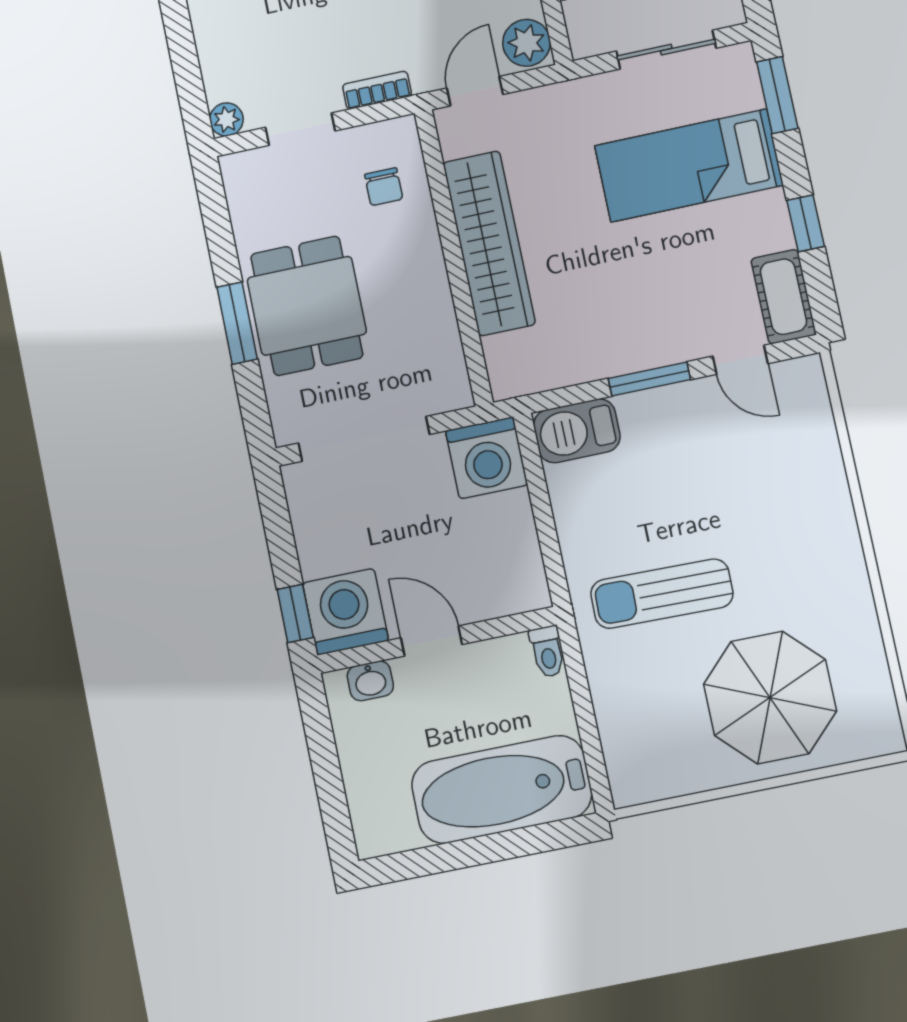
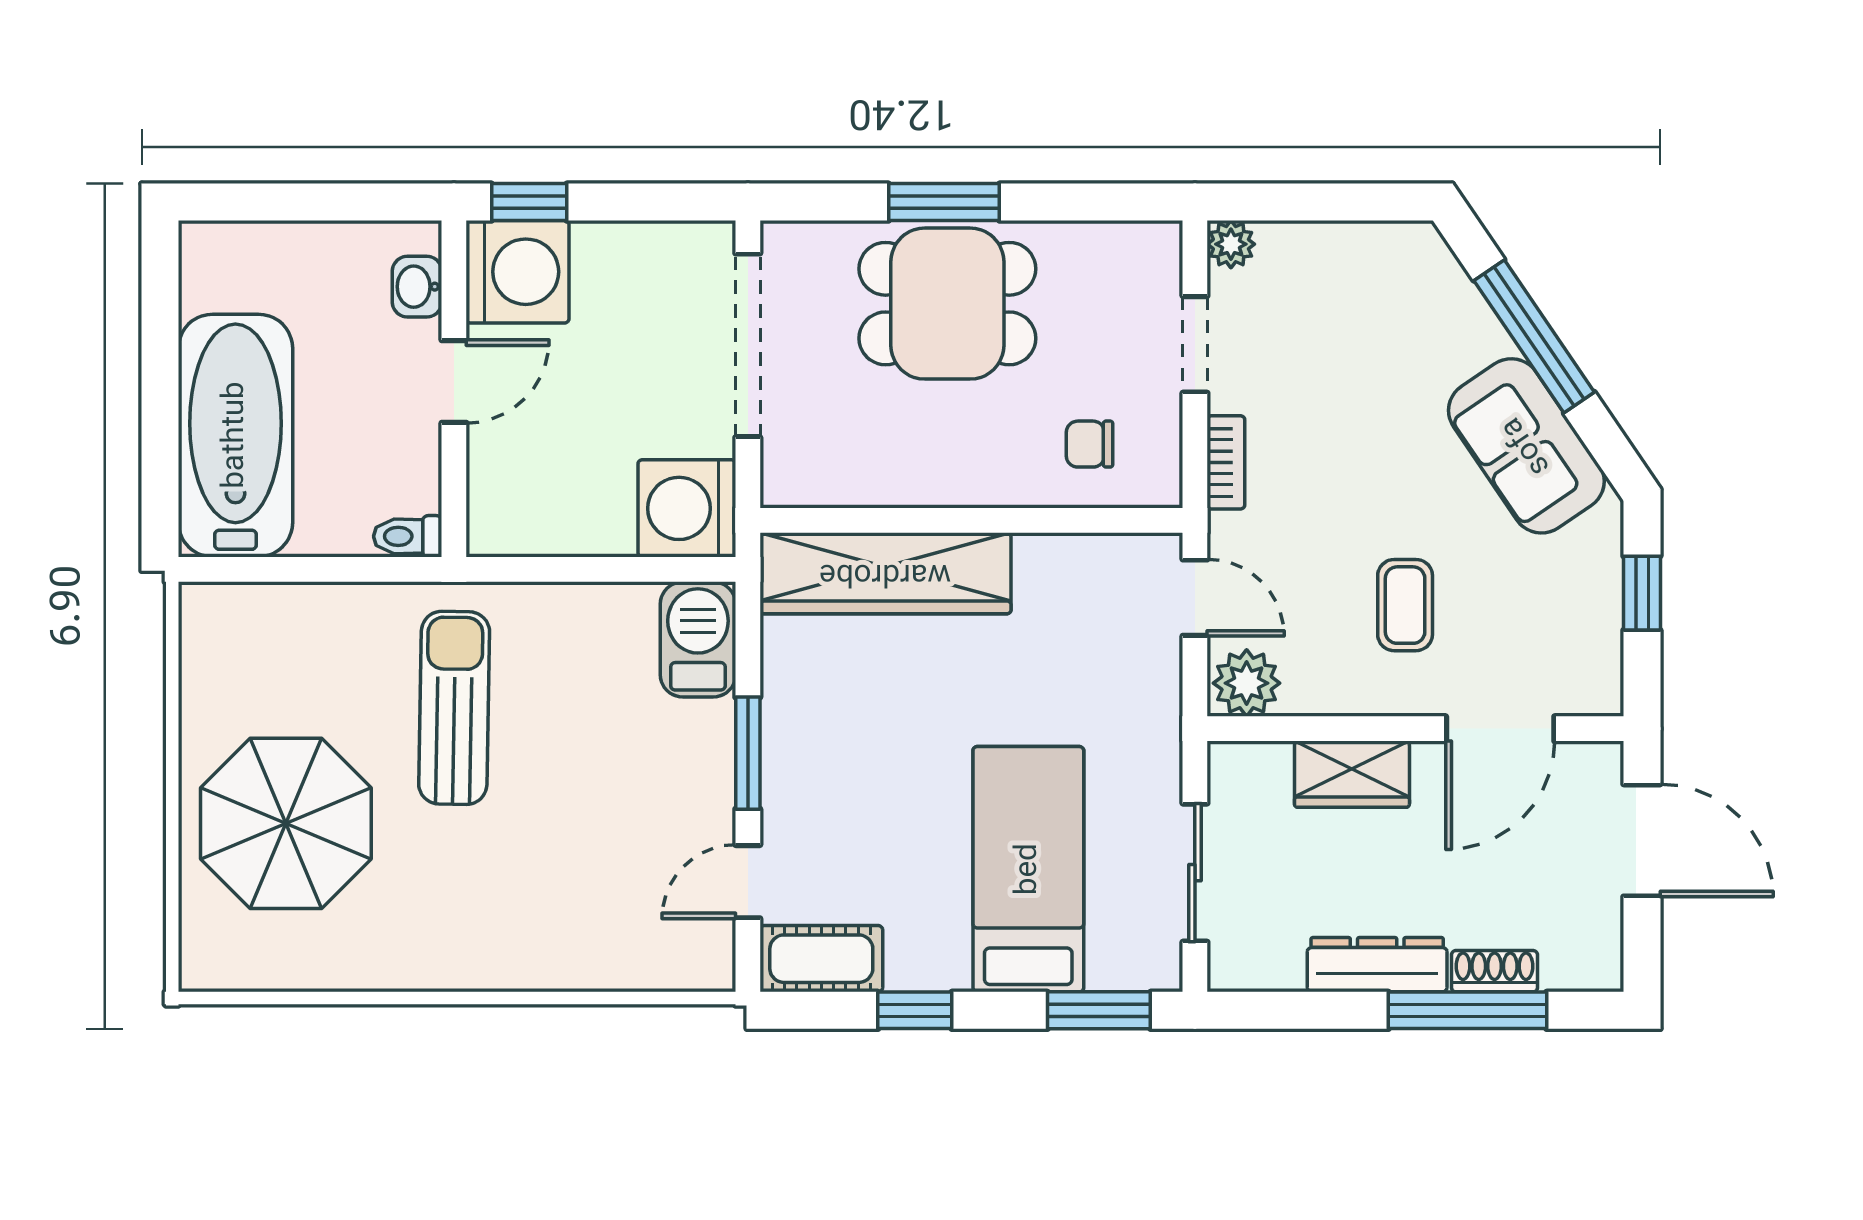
wardrobe: (489, 243) -> (885, 573), moved

